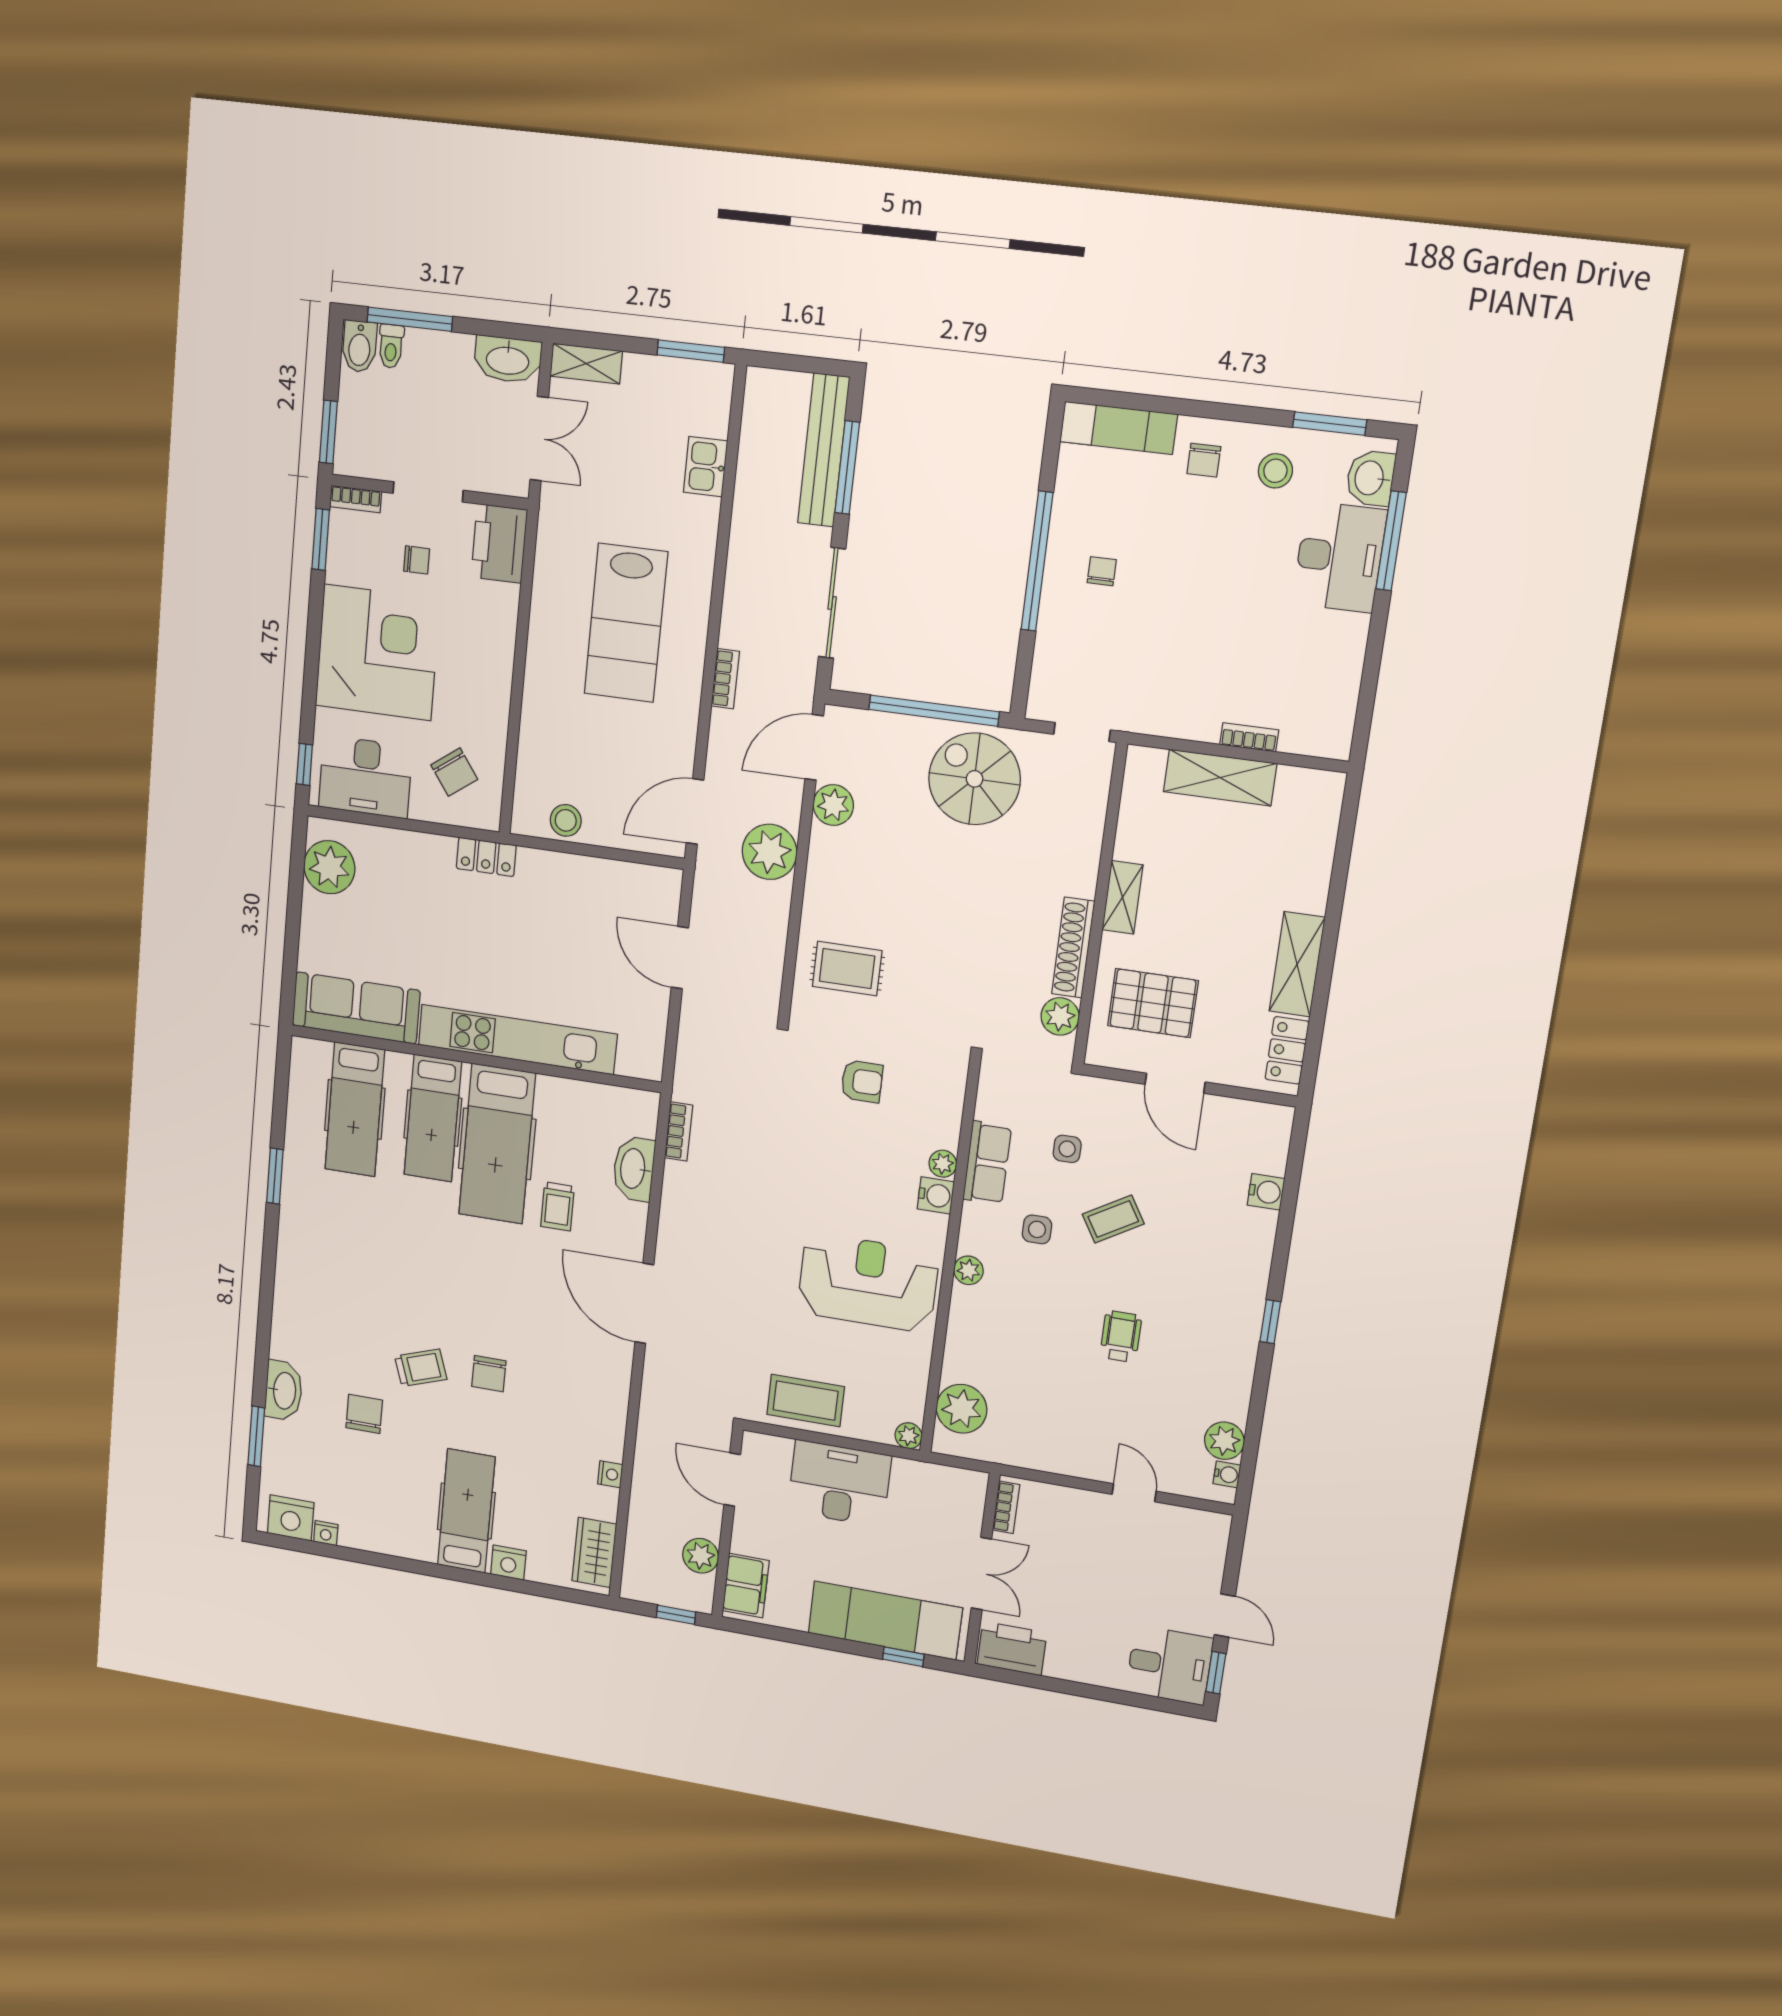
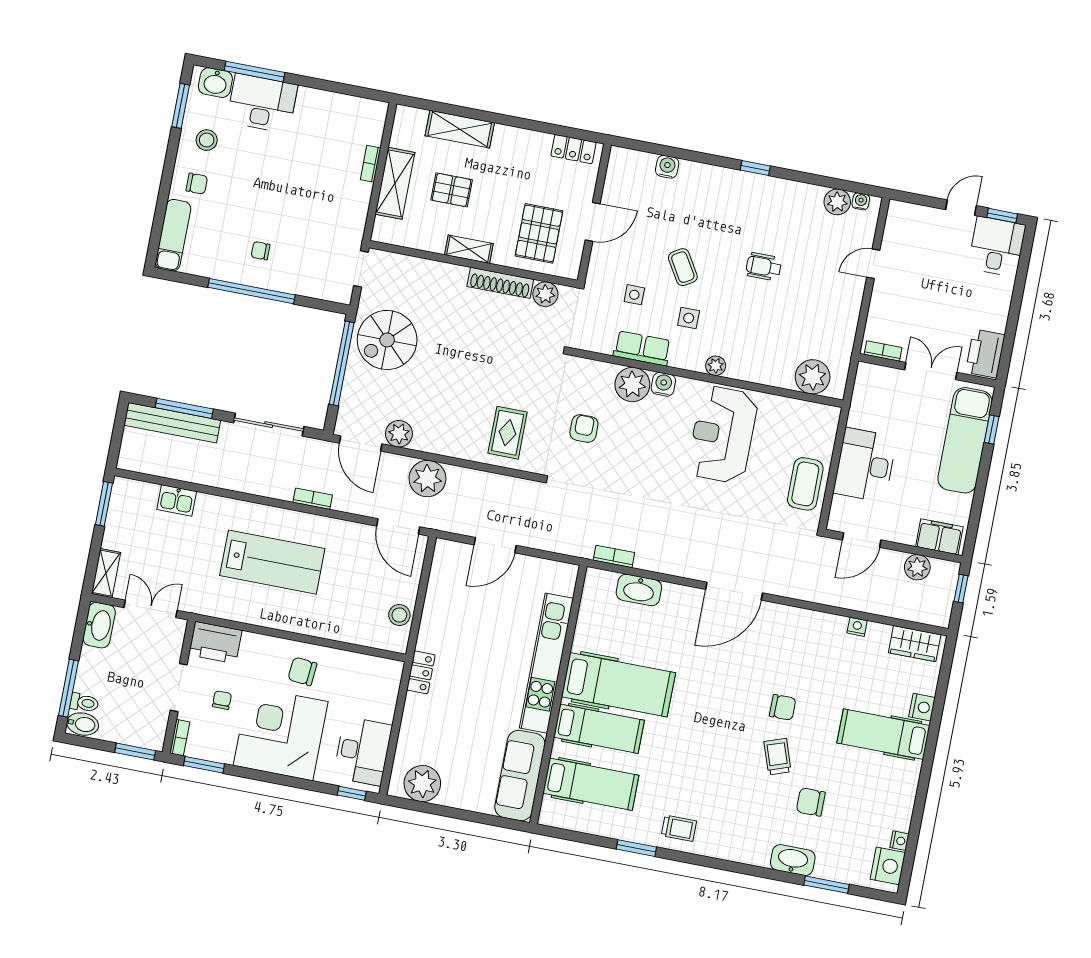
chair: (454, 772) -> (302, 671), moved, turned -139
pallet: (1214, 866) -> (452, 190), added
shelving: (1297, 964) -> (460, 129), moved
plant: (943, 1164) -> (632, 384), width x1.88, depth x1.88
trolley: (558, 1206) -> (679, 828), moved
plant: (908, 1436) -> (831, 415), removed

